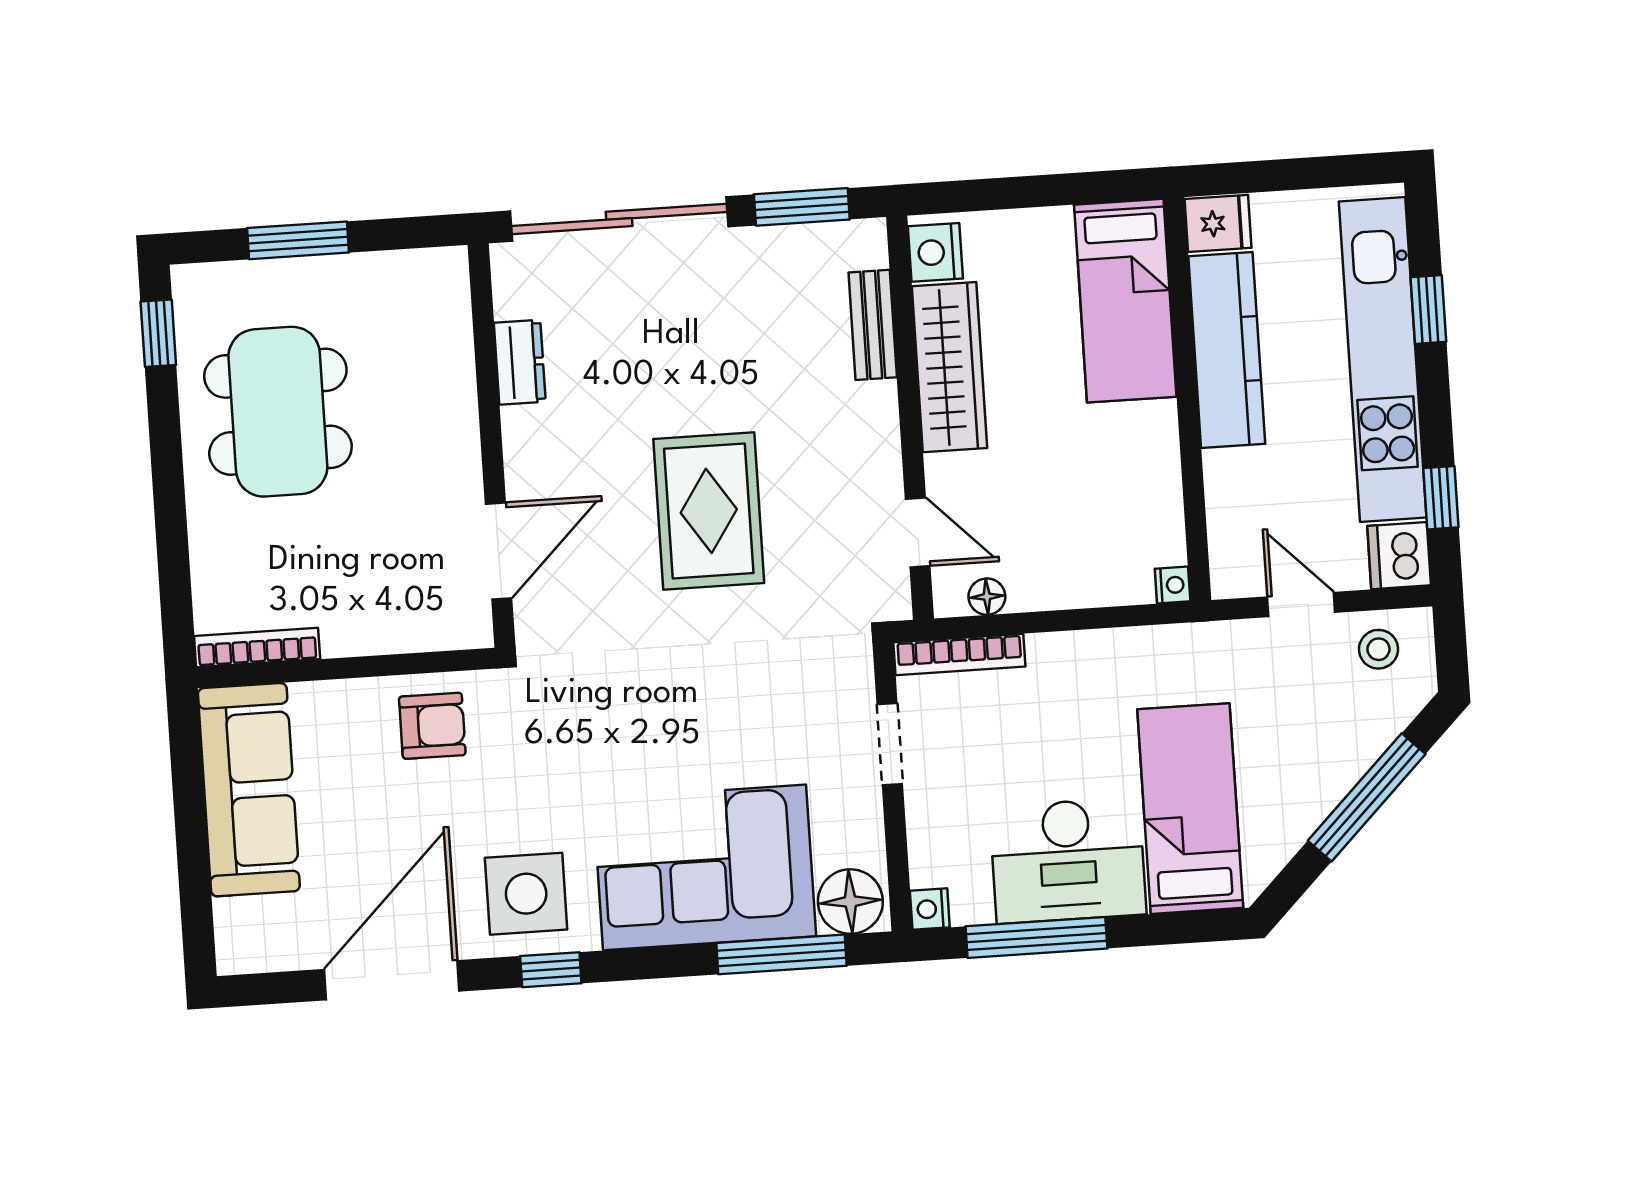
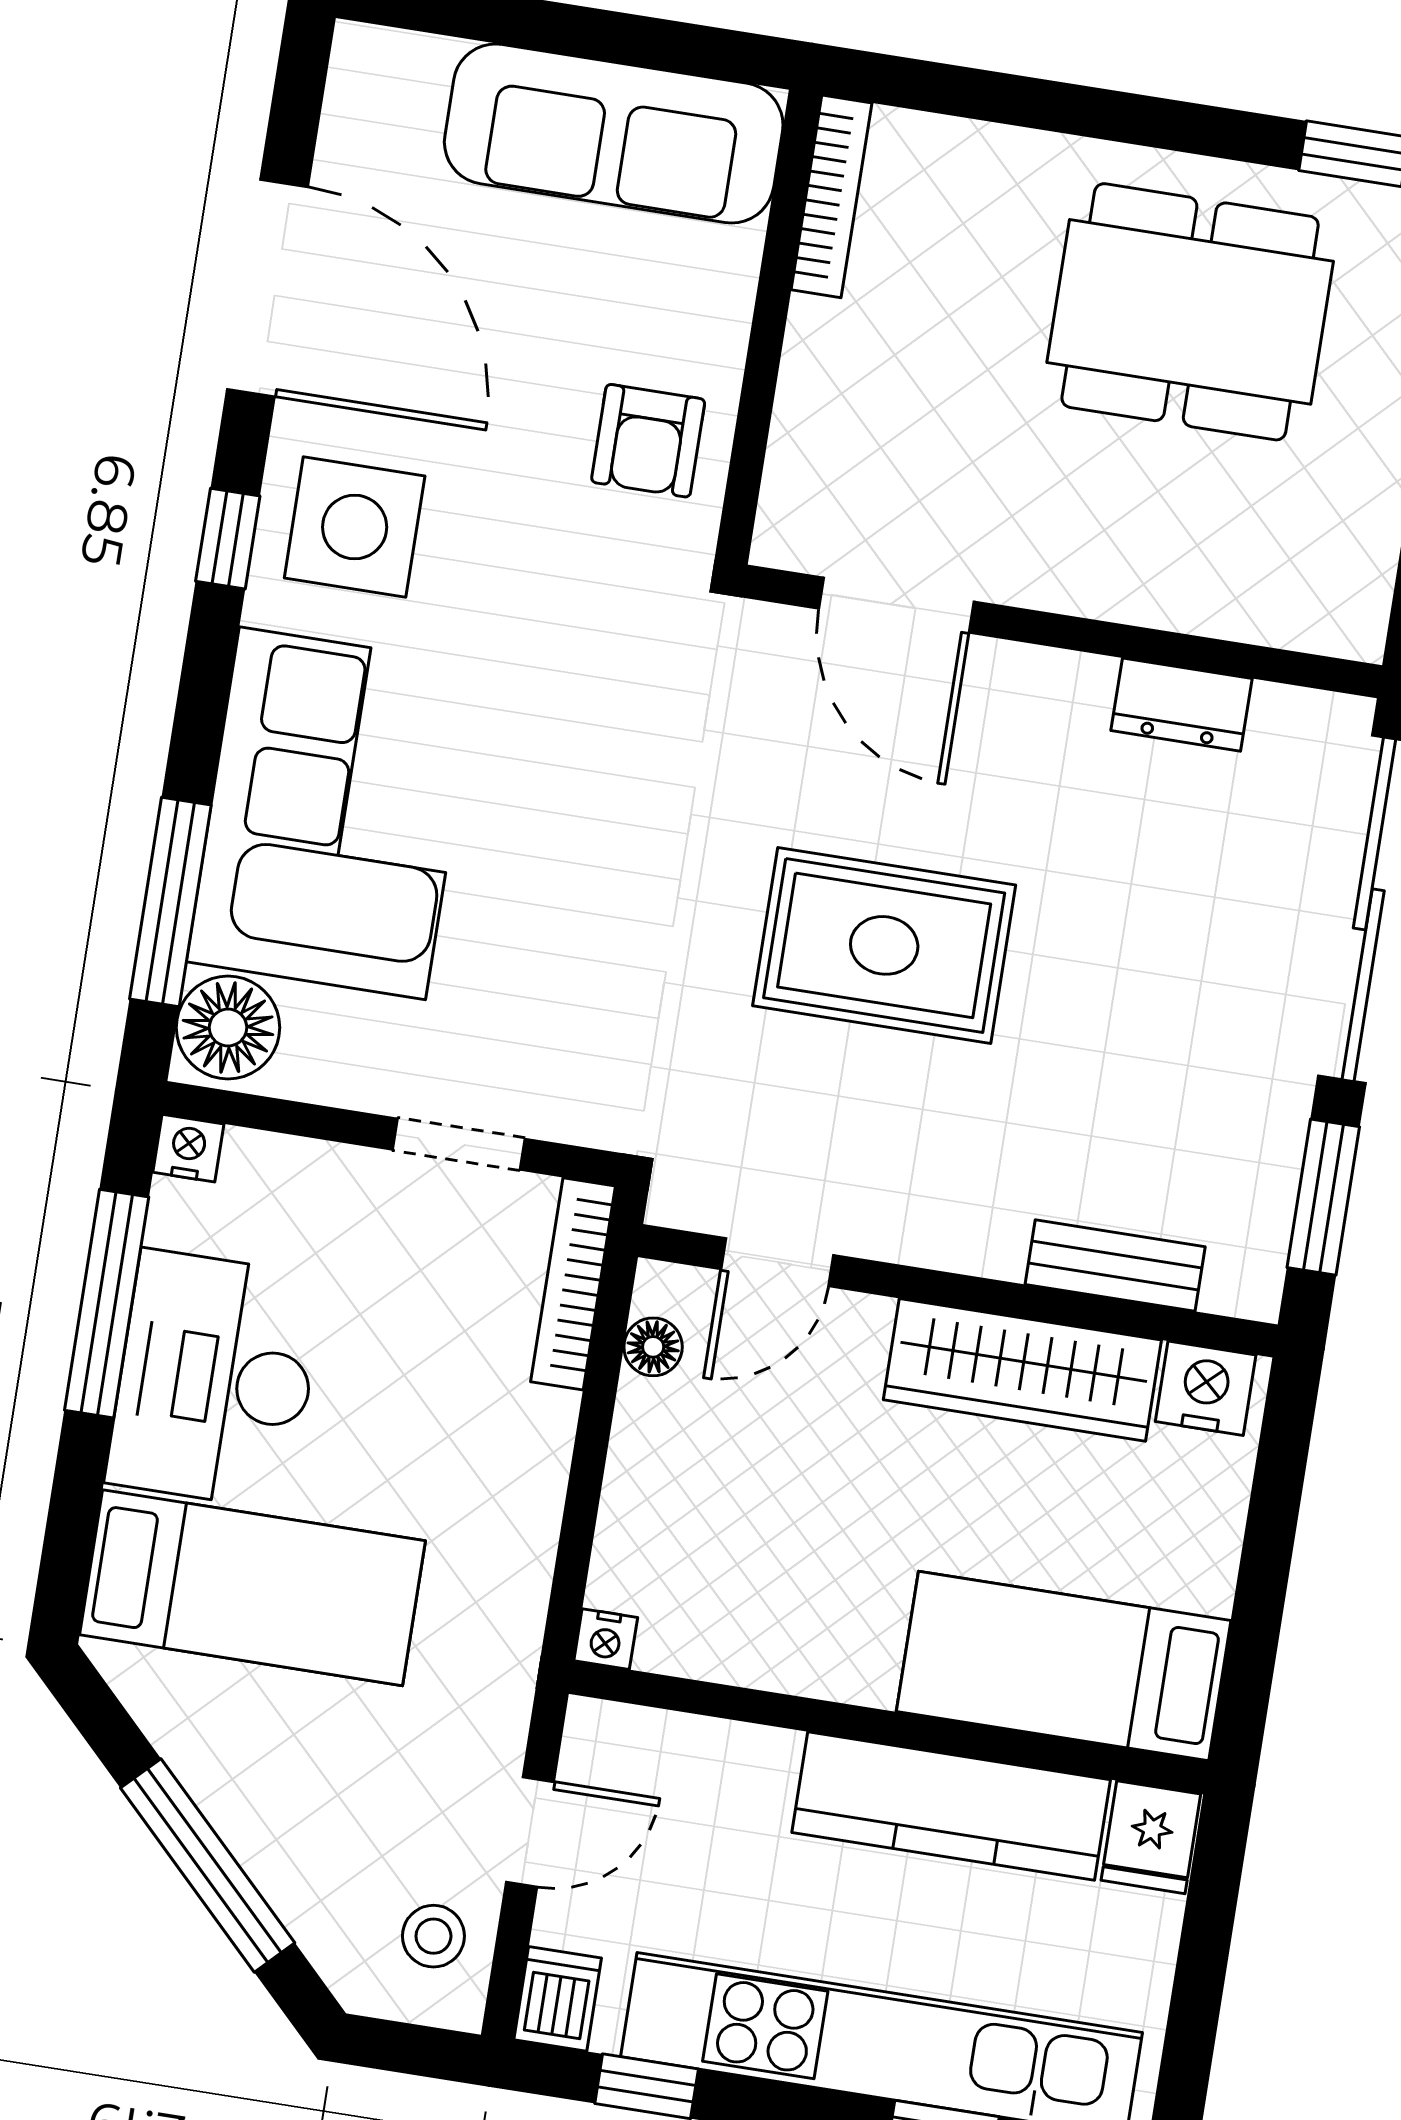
dishwasher: (1399, 556) -> (558, 1999), width x0.73

